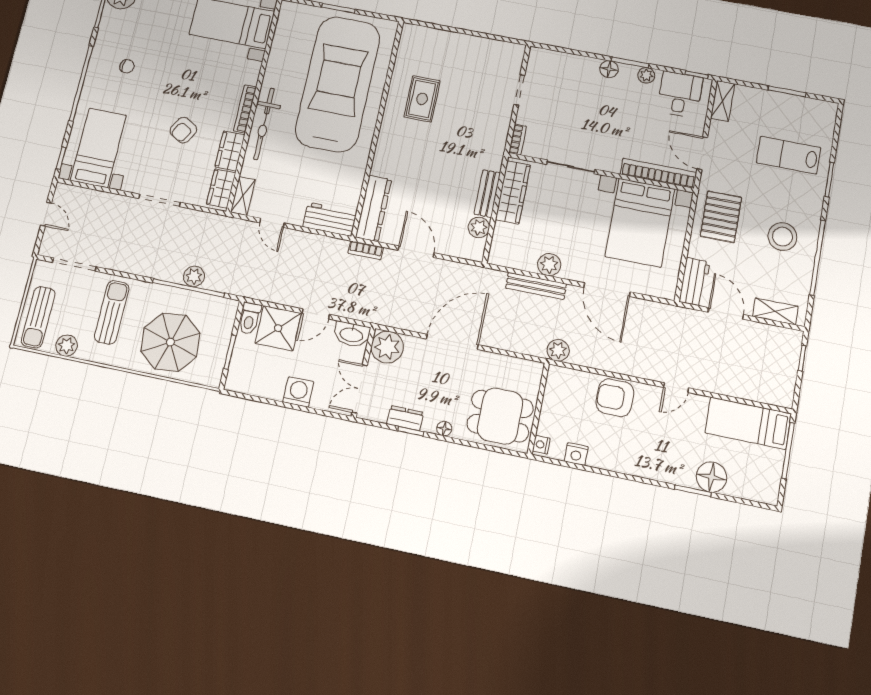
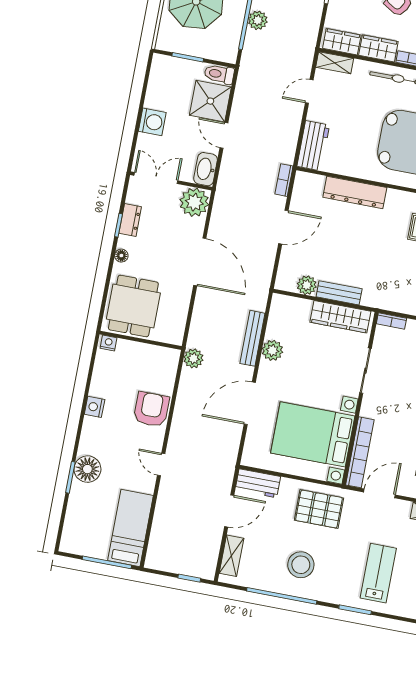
dresser: (374, 208) -> (355, 192), moved
nightstand: (576, 454) -> (95, 407), moved
floor lamp: (712, 477) -> (87, 469), moved

